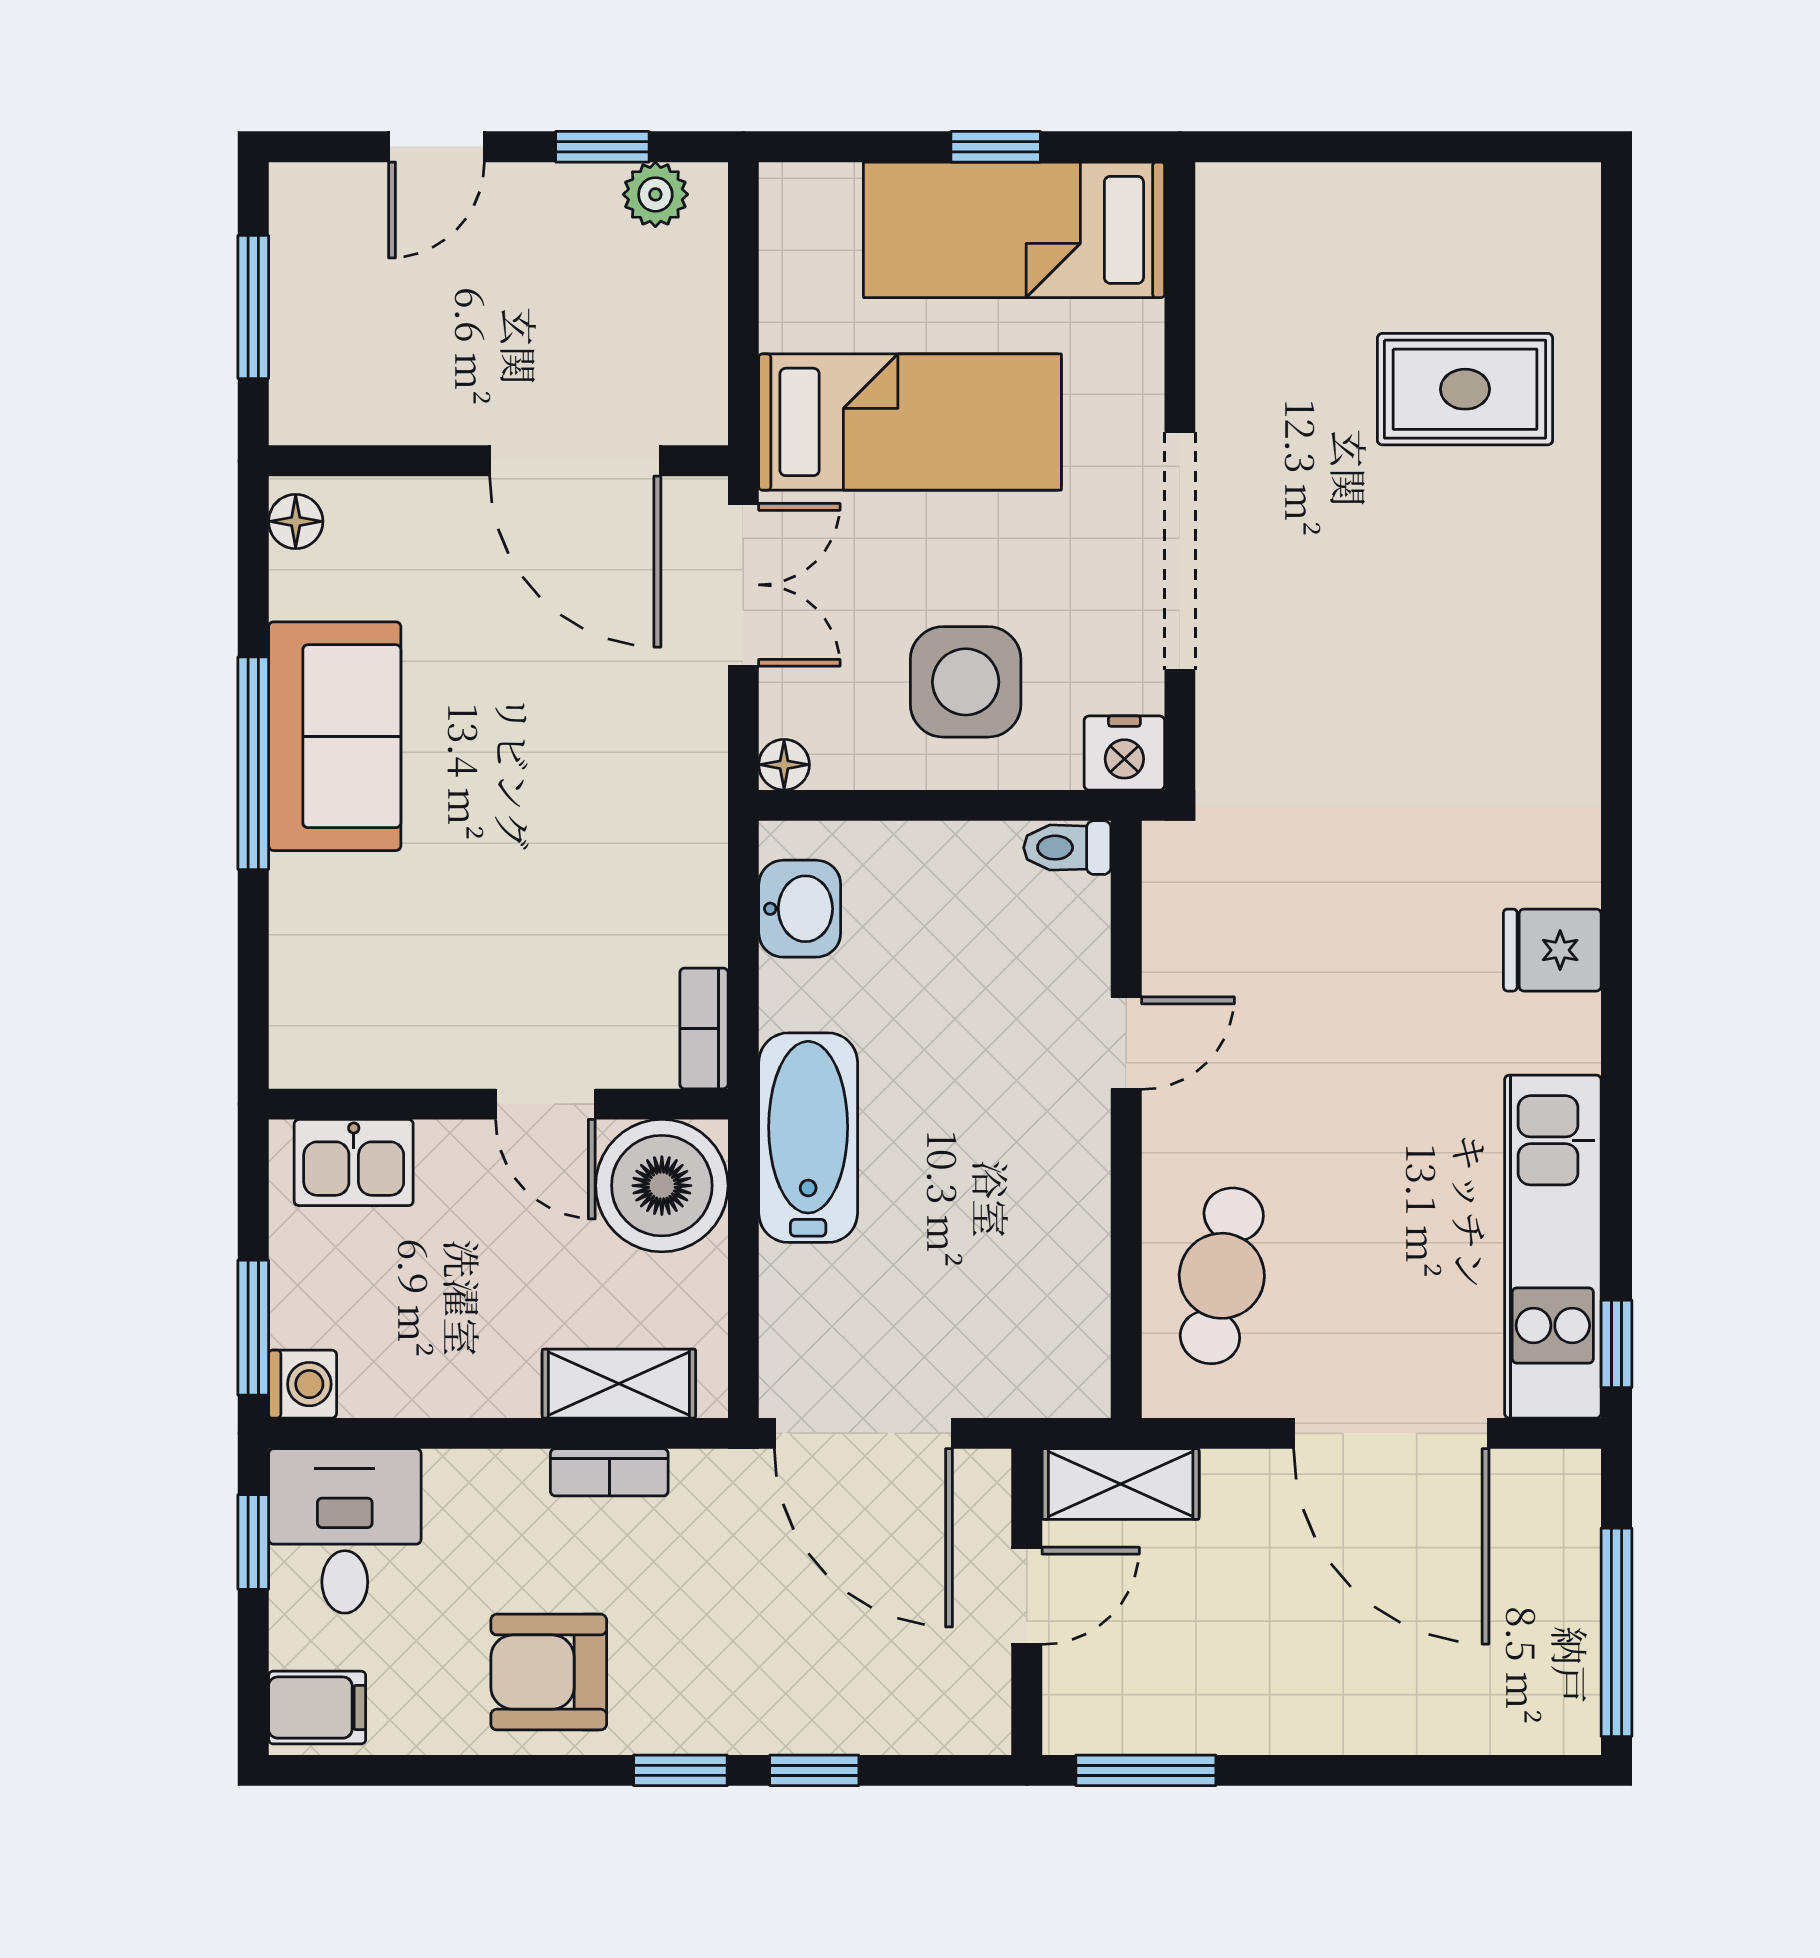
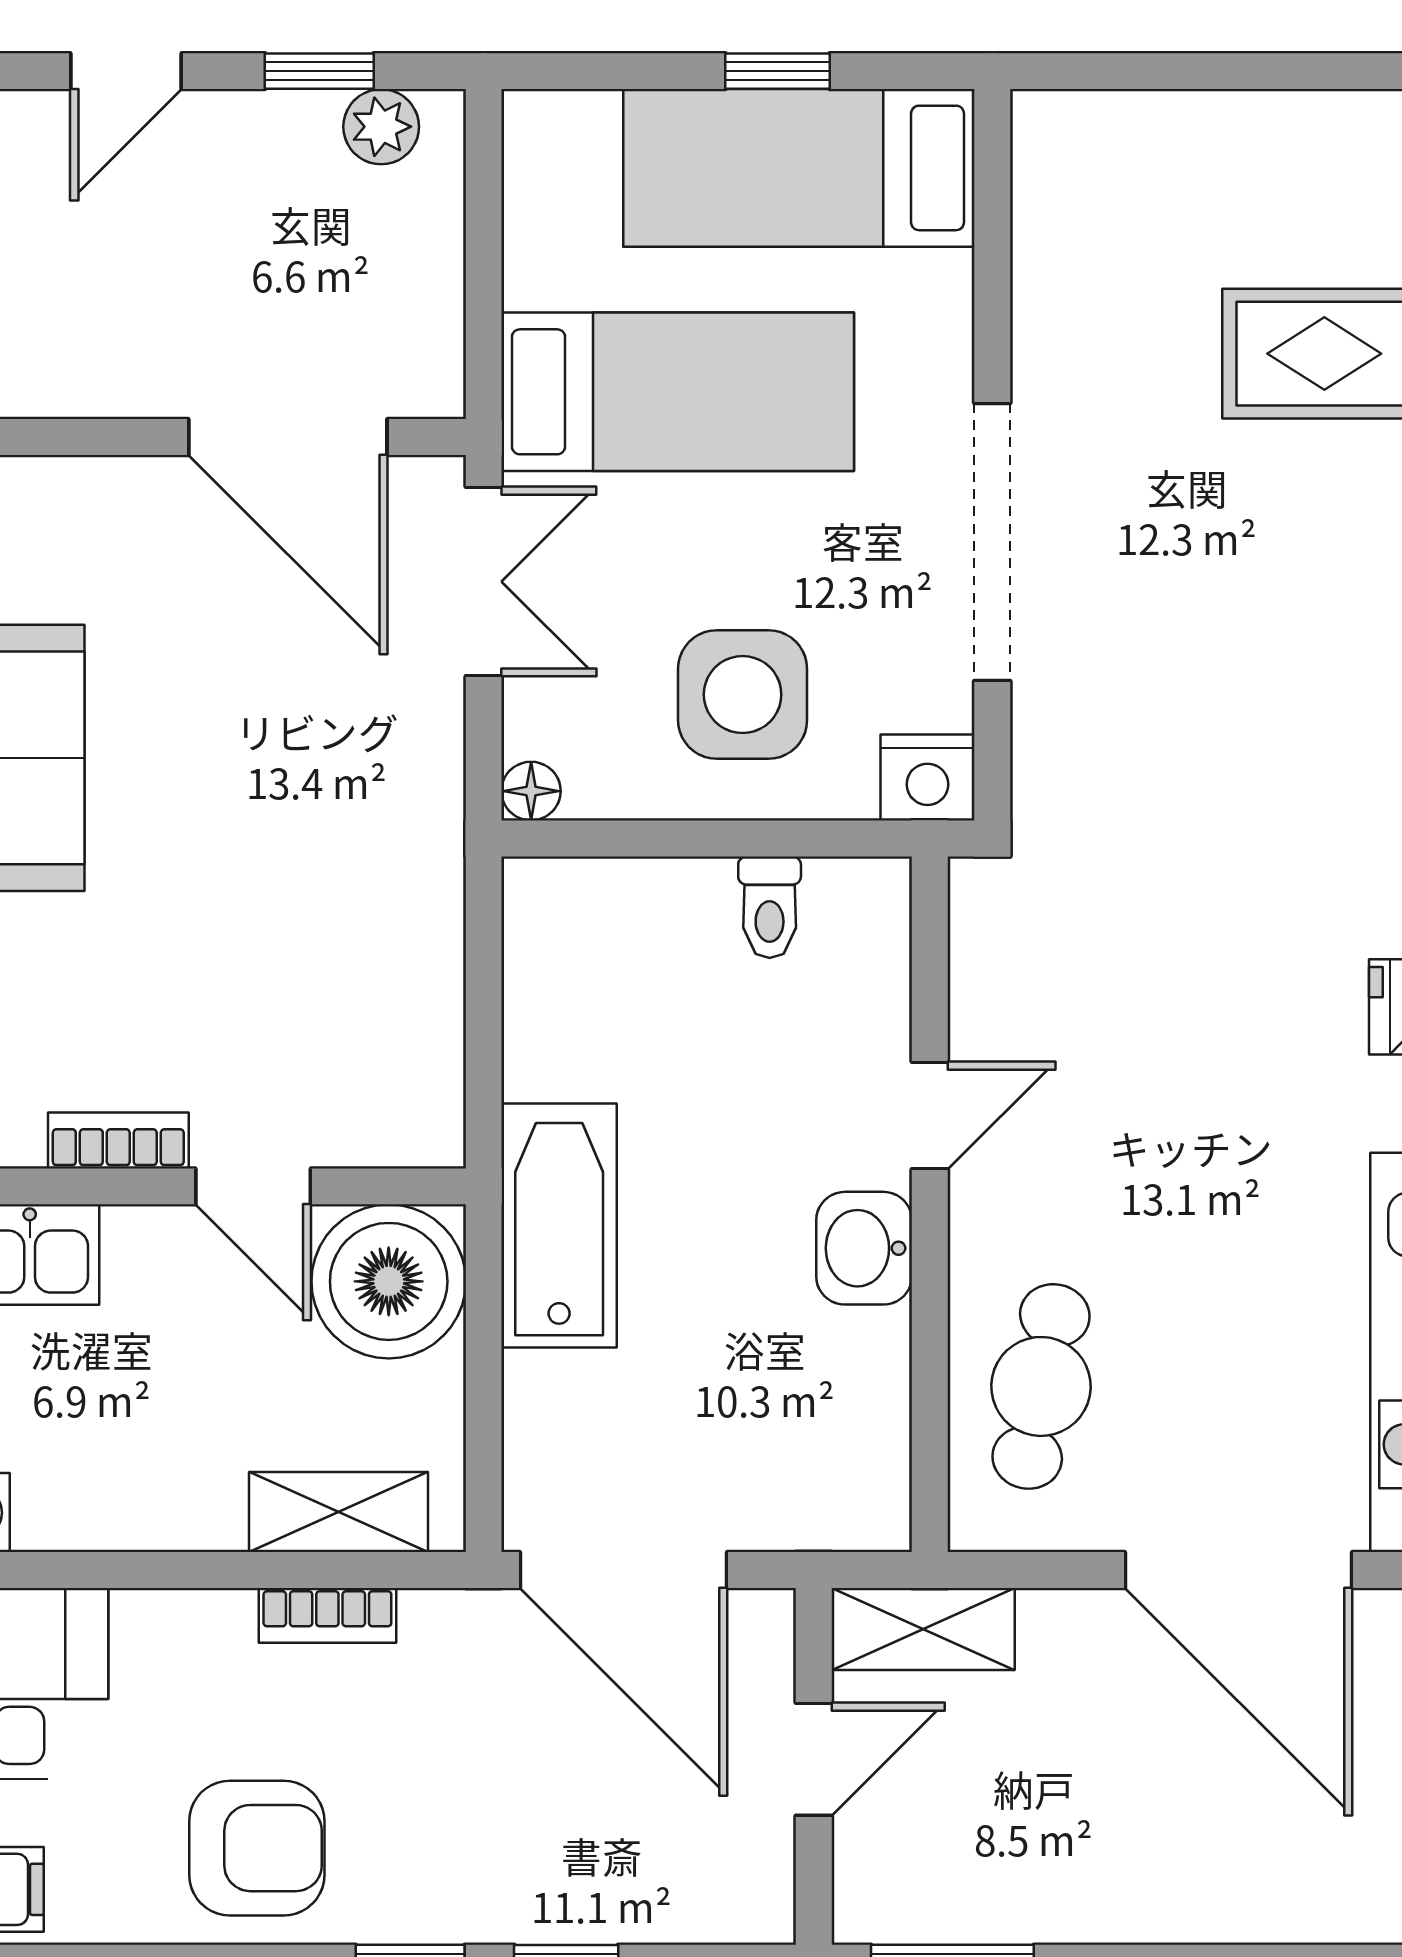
toilet: (1067, 848) -> (770, 907), moved, turned -90
washbasin: (800, 909) -> (864, 1248), moved, turned 180
bookcase: (704, 1028) -> (118, 1140), moved, turned 90
armchair: (549, 1672) -> (257, 1848), turned 180

